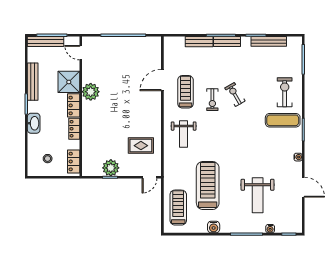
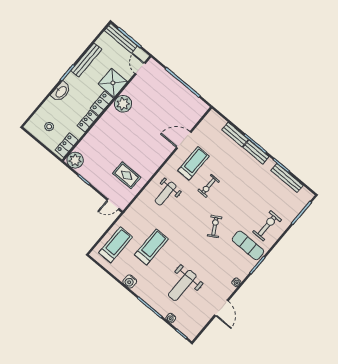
exercise bike: (235, 95) -> (215, 226), moved
plant: (111, 168) -> (75, 160), moved
treadmill: (208, 185) -> (151, 247), width x0.73, depth x0.73

